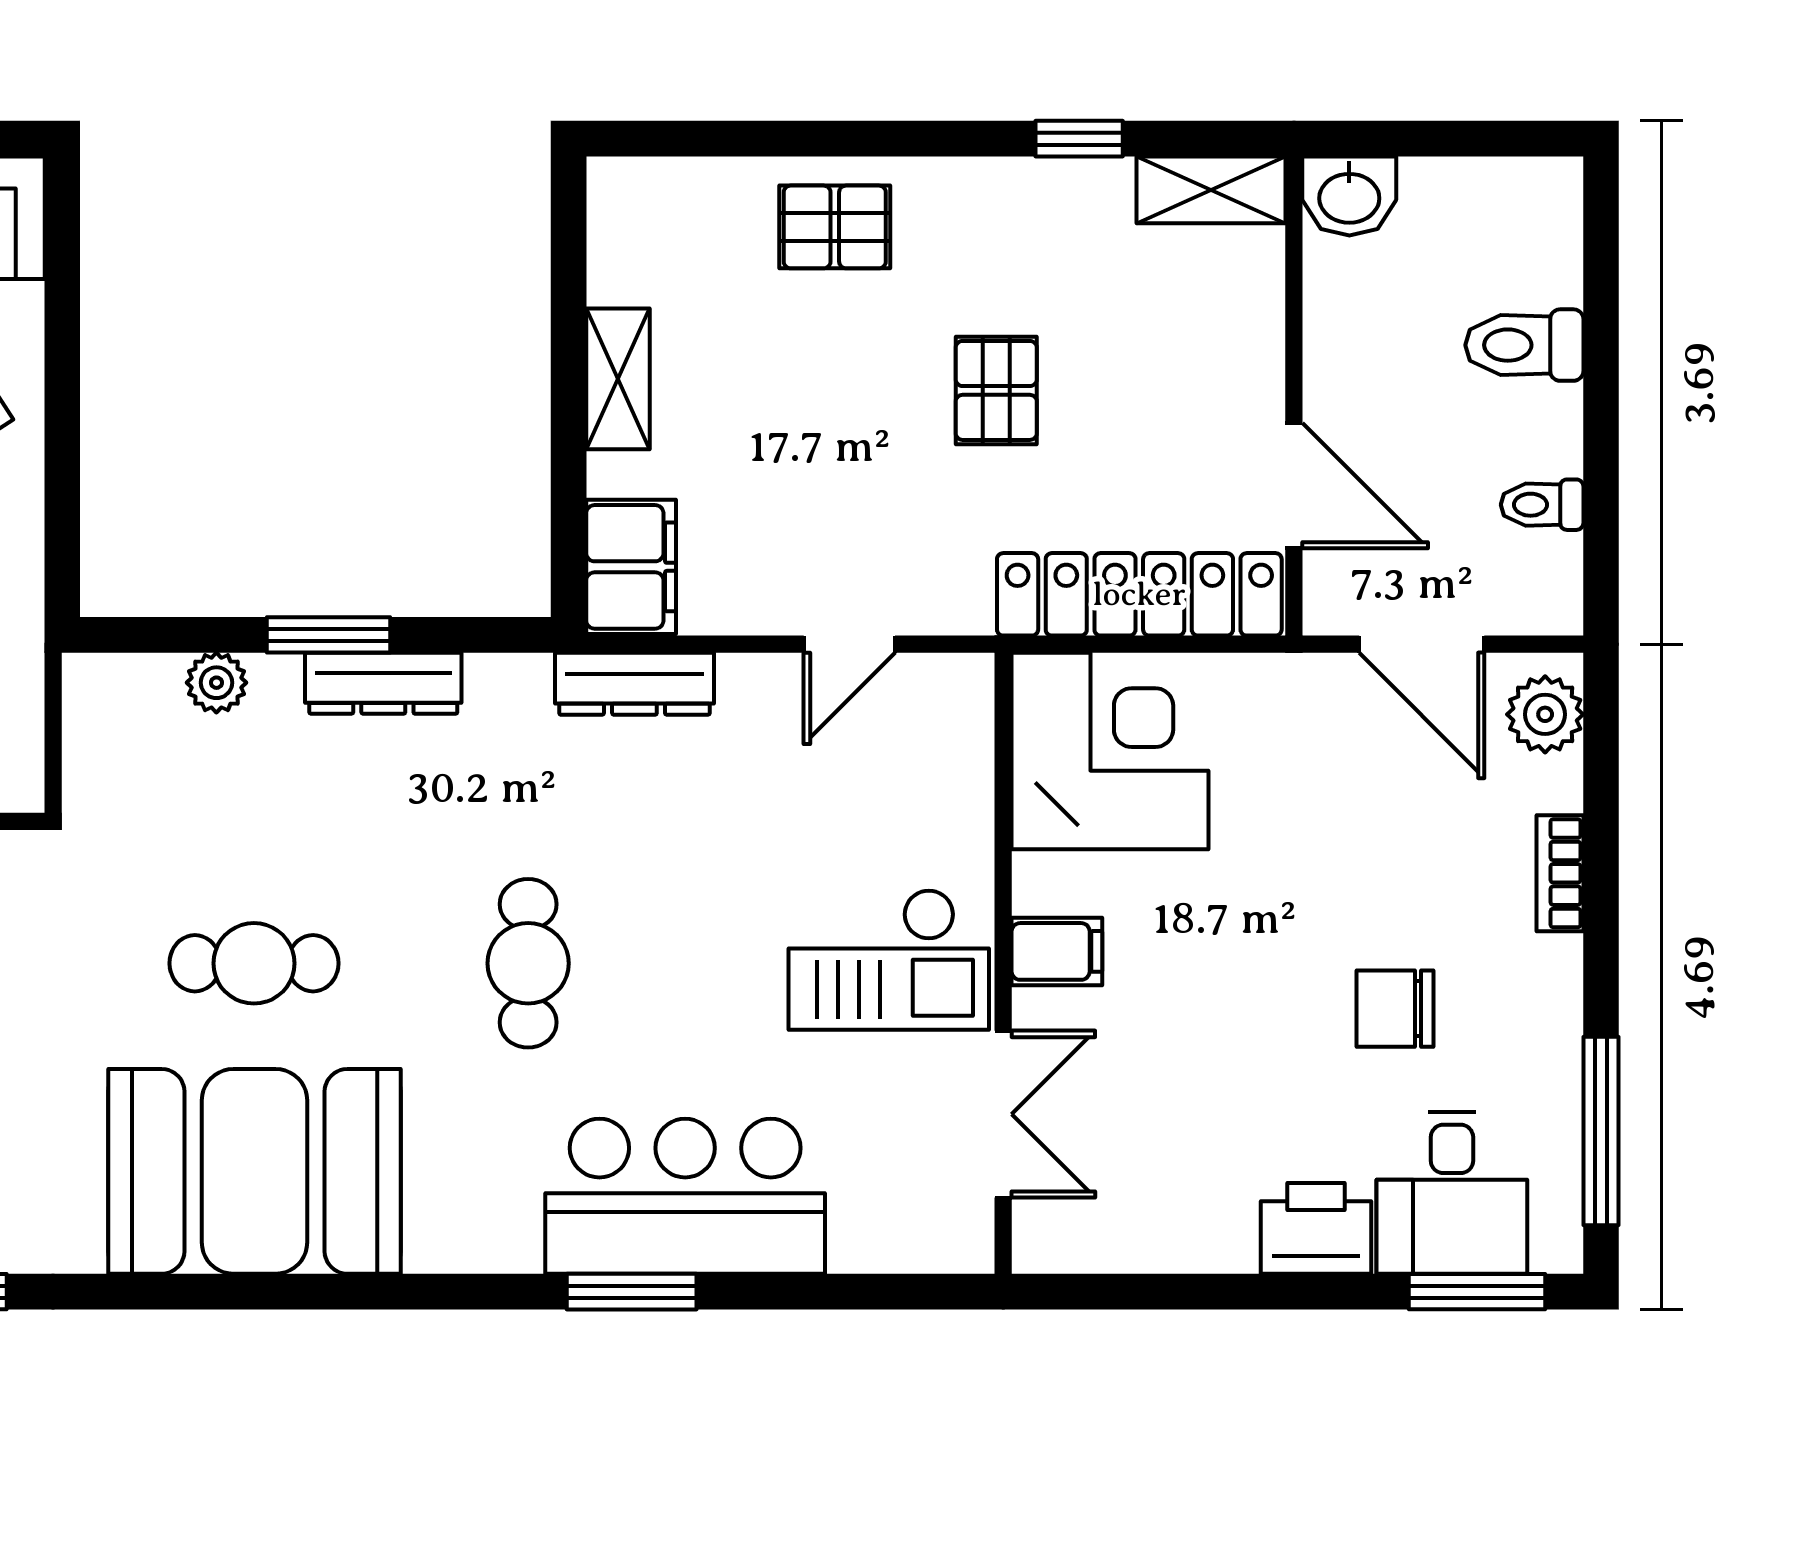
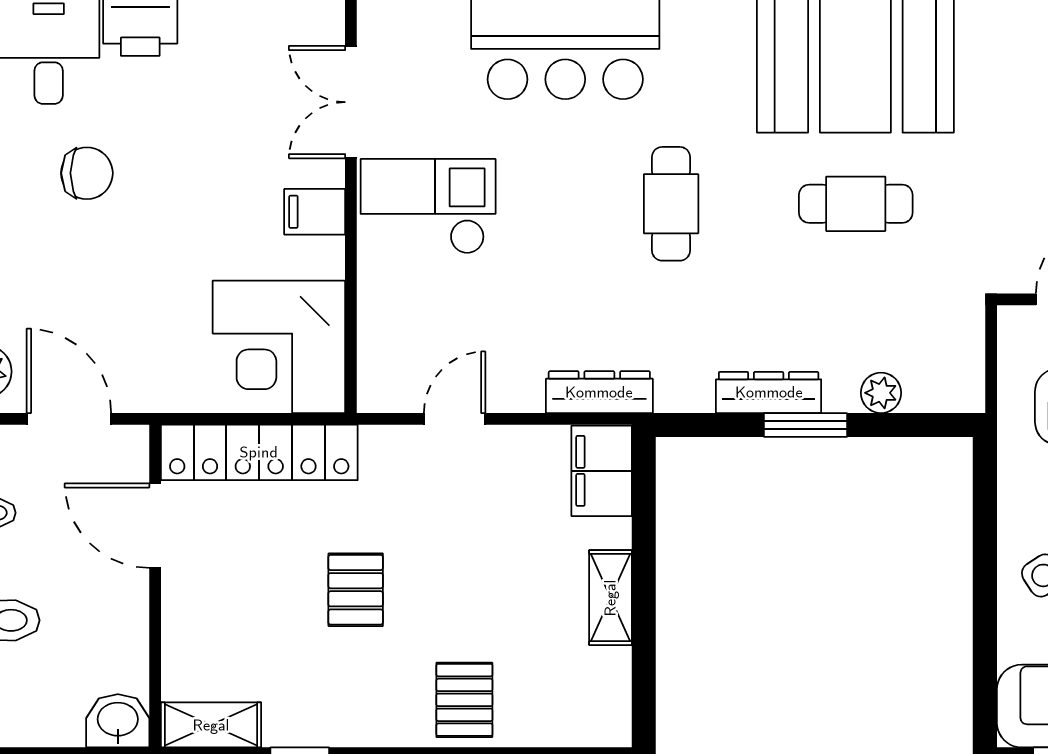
pallet: (835, 227) -> (464, 700), turned 90

